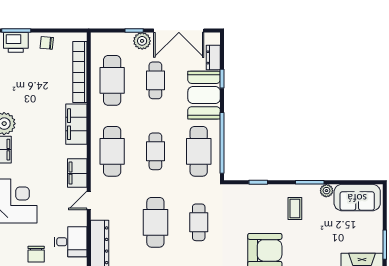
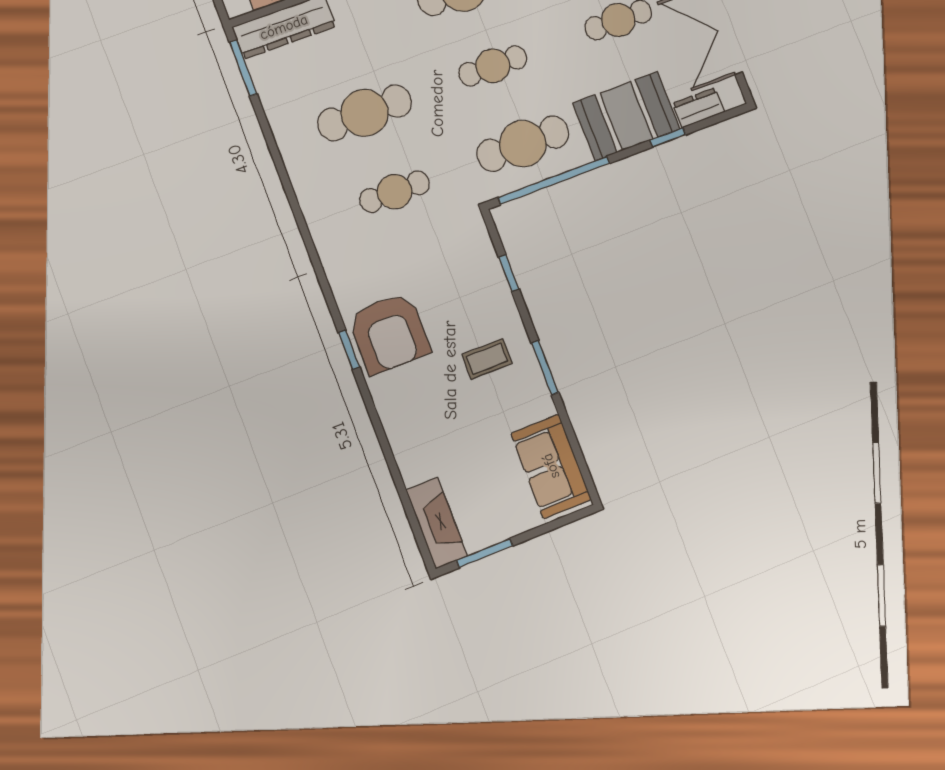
plant: (326, 191) -> (542, 404), removed

